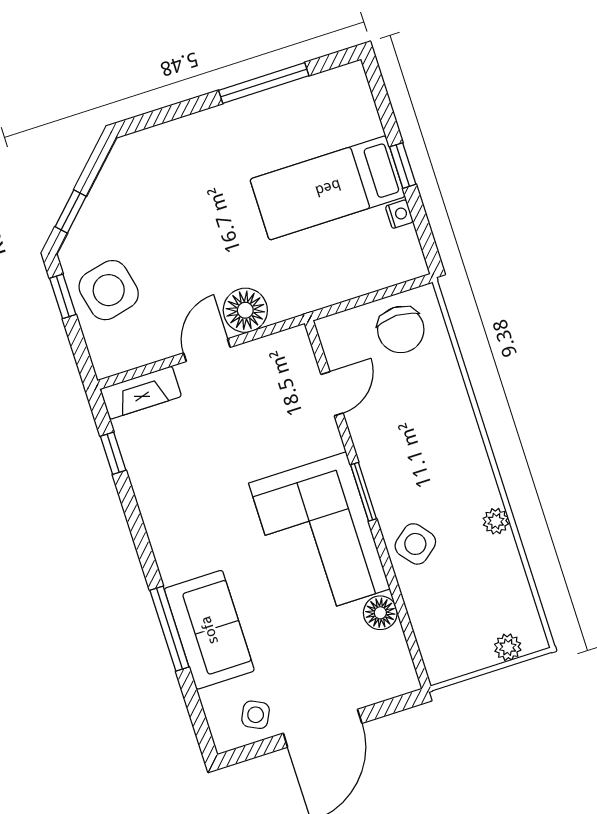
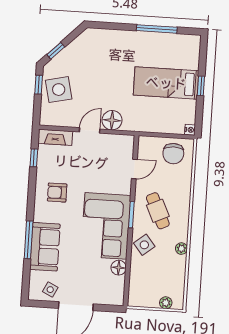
nightstand: (399, 214) -> (190, 130), moved
cafe table: (415, 462) -> (158, 211), added
armchair: (190, 506) -> (57, 193), added

